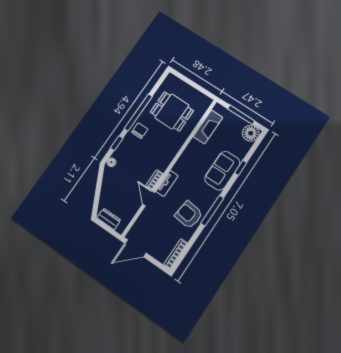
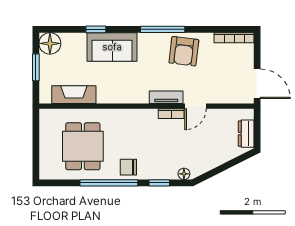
window: (241, 115) -> (36, 67), width x0.69

